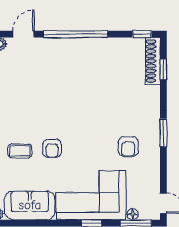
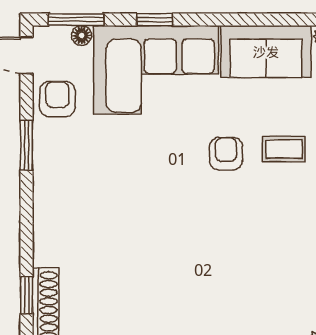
window: (163, 133) -> (26, 145), moved
armchair: (128, 147) -> (57, 99), moved

